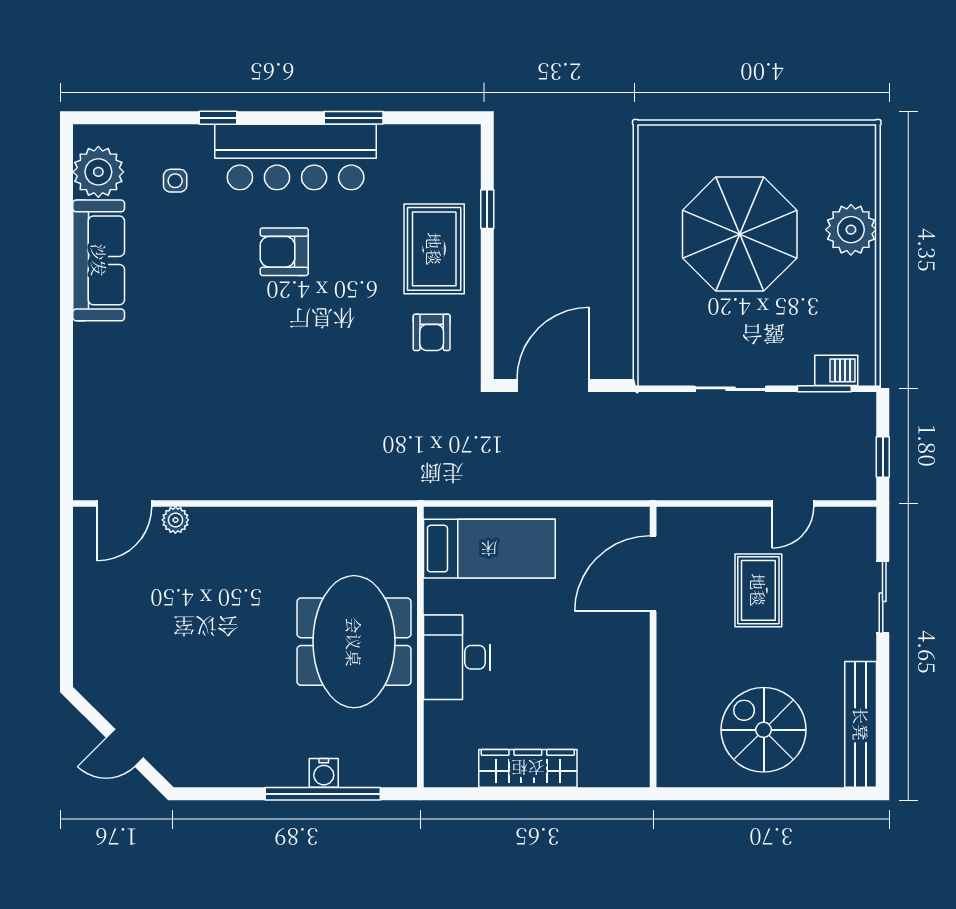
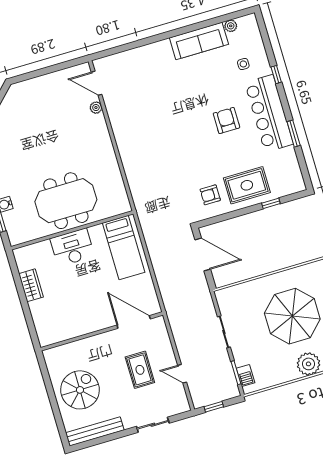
plant: (98, 172) -> (231, 26), width x0.53, depth x0.53
rug: (758, 590) -> (140, 370), turned 90
wardrobe: (528, 768) -> (31, 285), width x0.67

